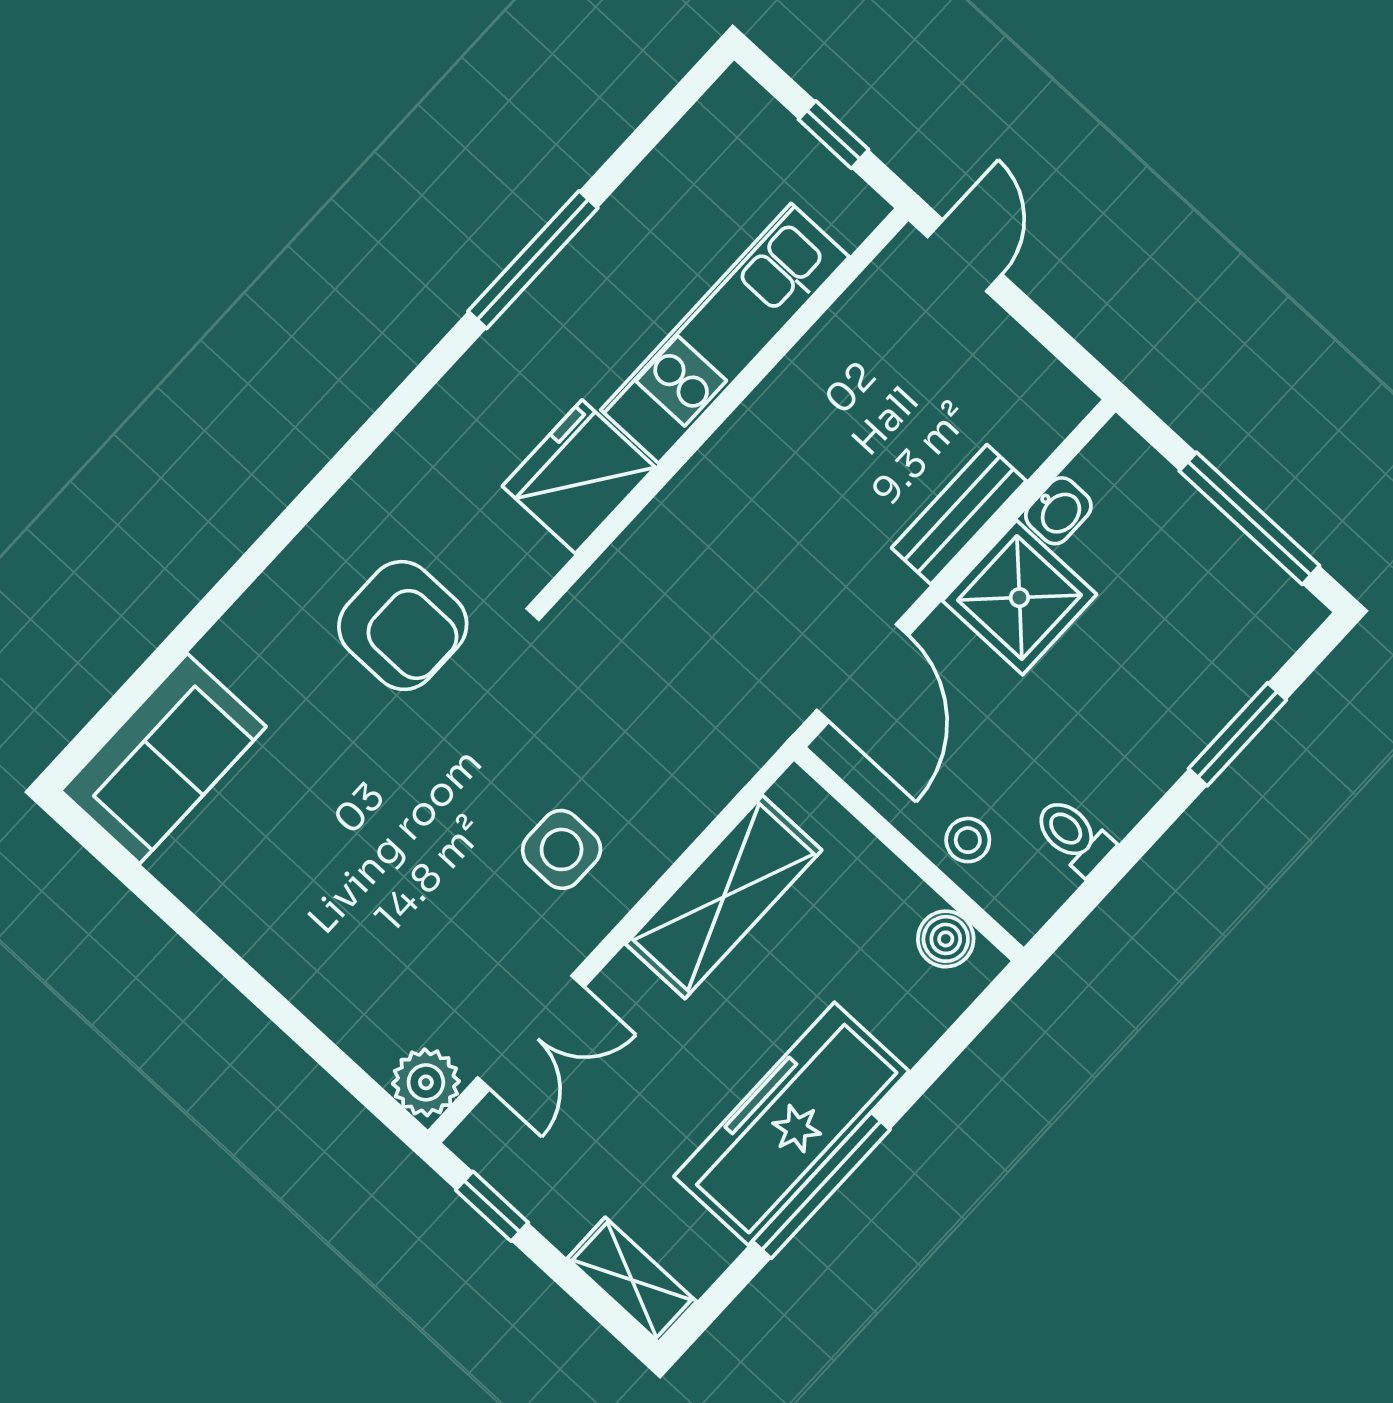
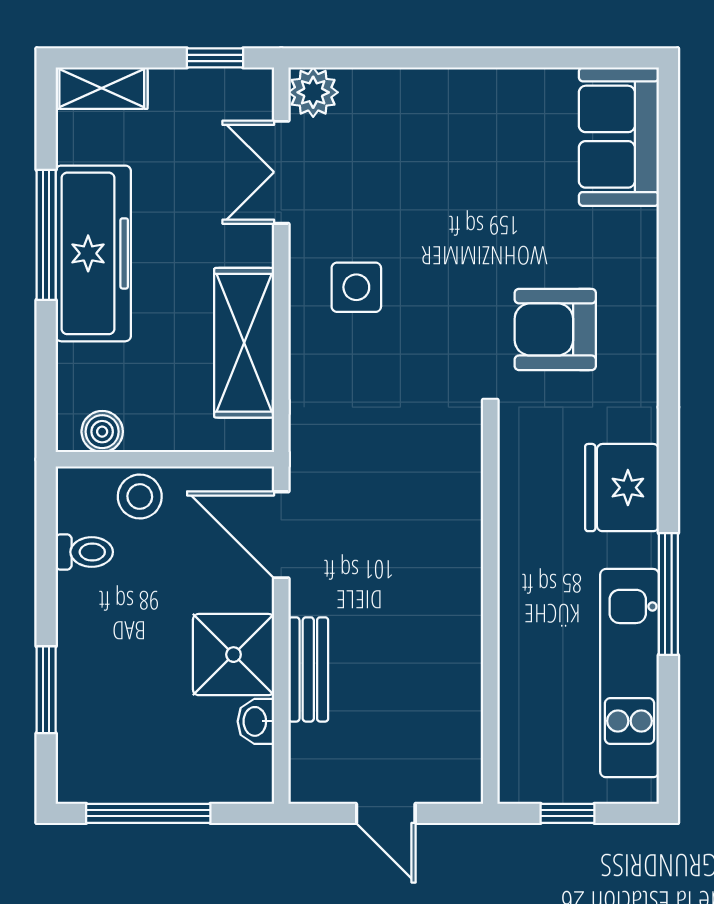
door: (965, 256) -> (386, 813), moved
kitchen unit: (725, 333) -> (630, 673), moved, turned 180
fridge: (579, 477) -> (622, 488), moved, turned 180
stool: (968, 840) -> (140, 497), width x1.37, depth x1.37

